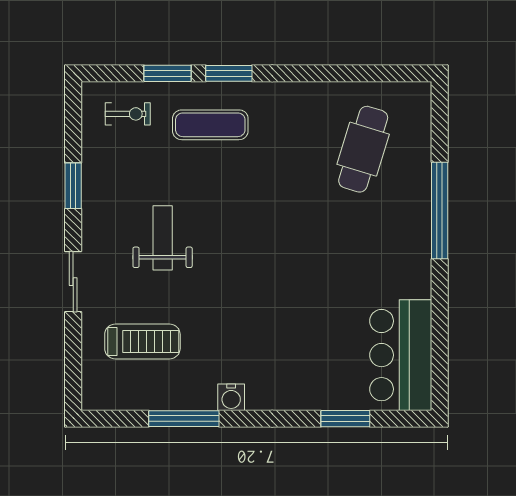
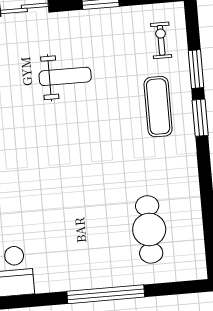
exercise bike: (128, 114) -> (161, 40), turned 180
cafe table: (363, 149) -> (149, 229), turned 73

